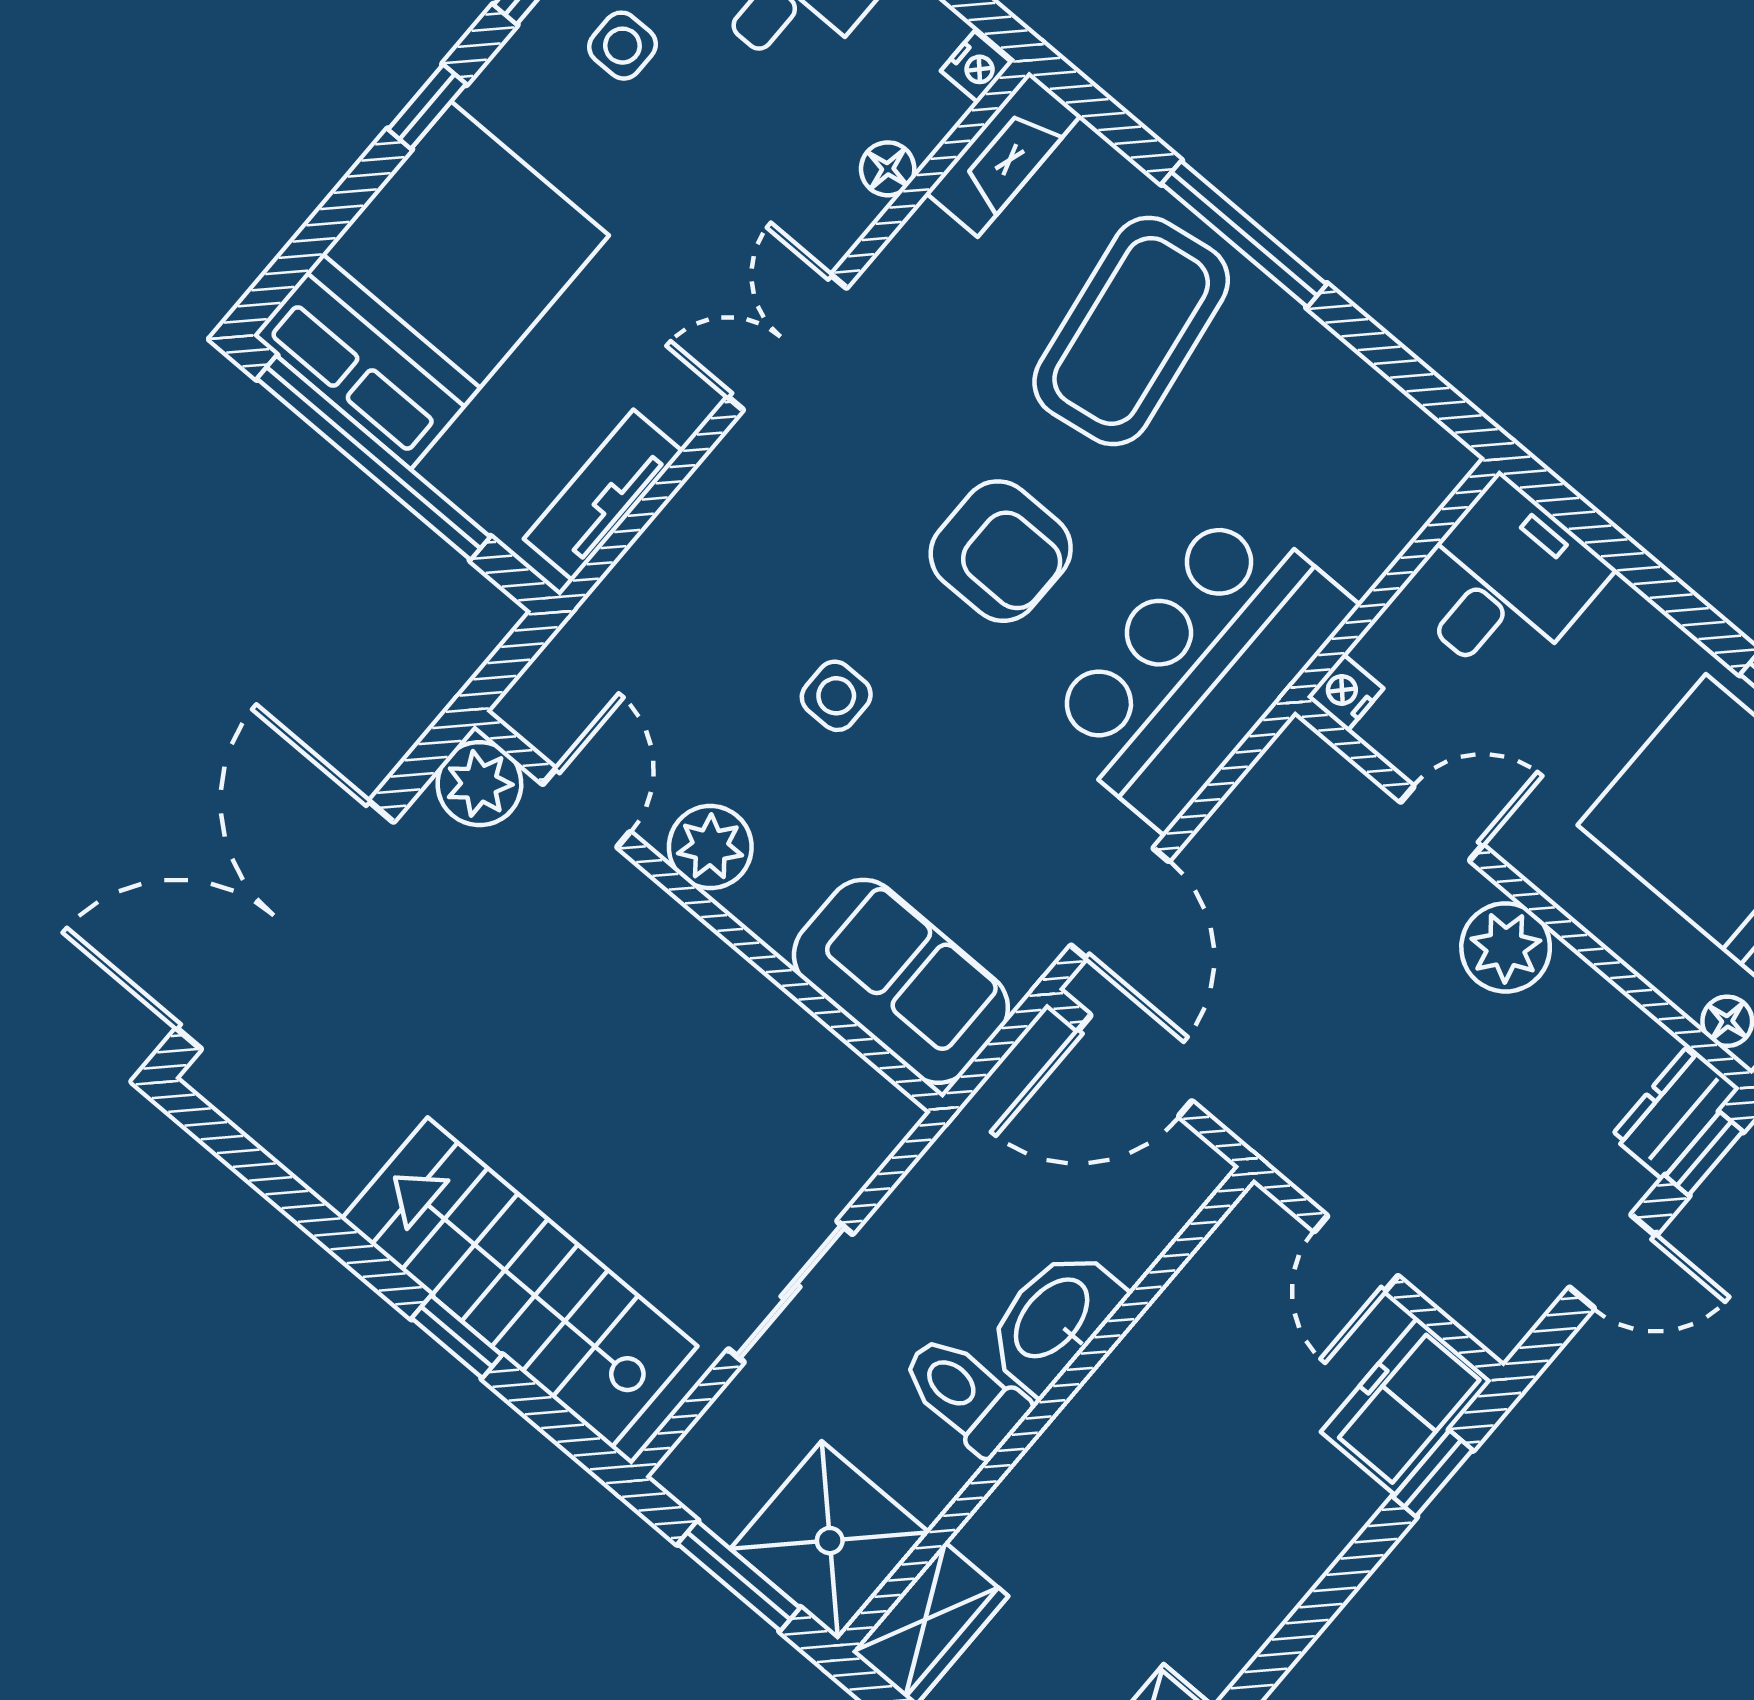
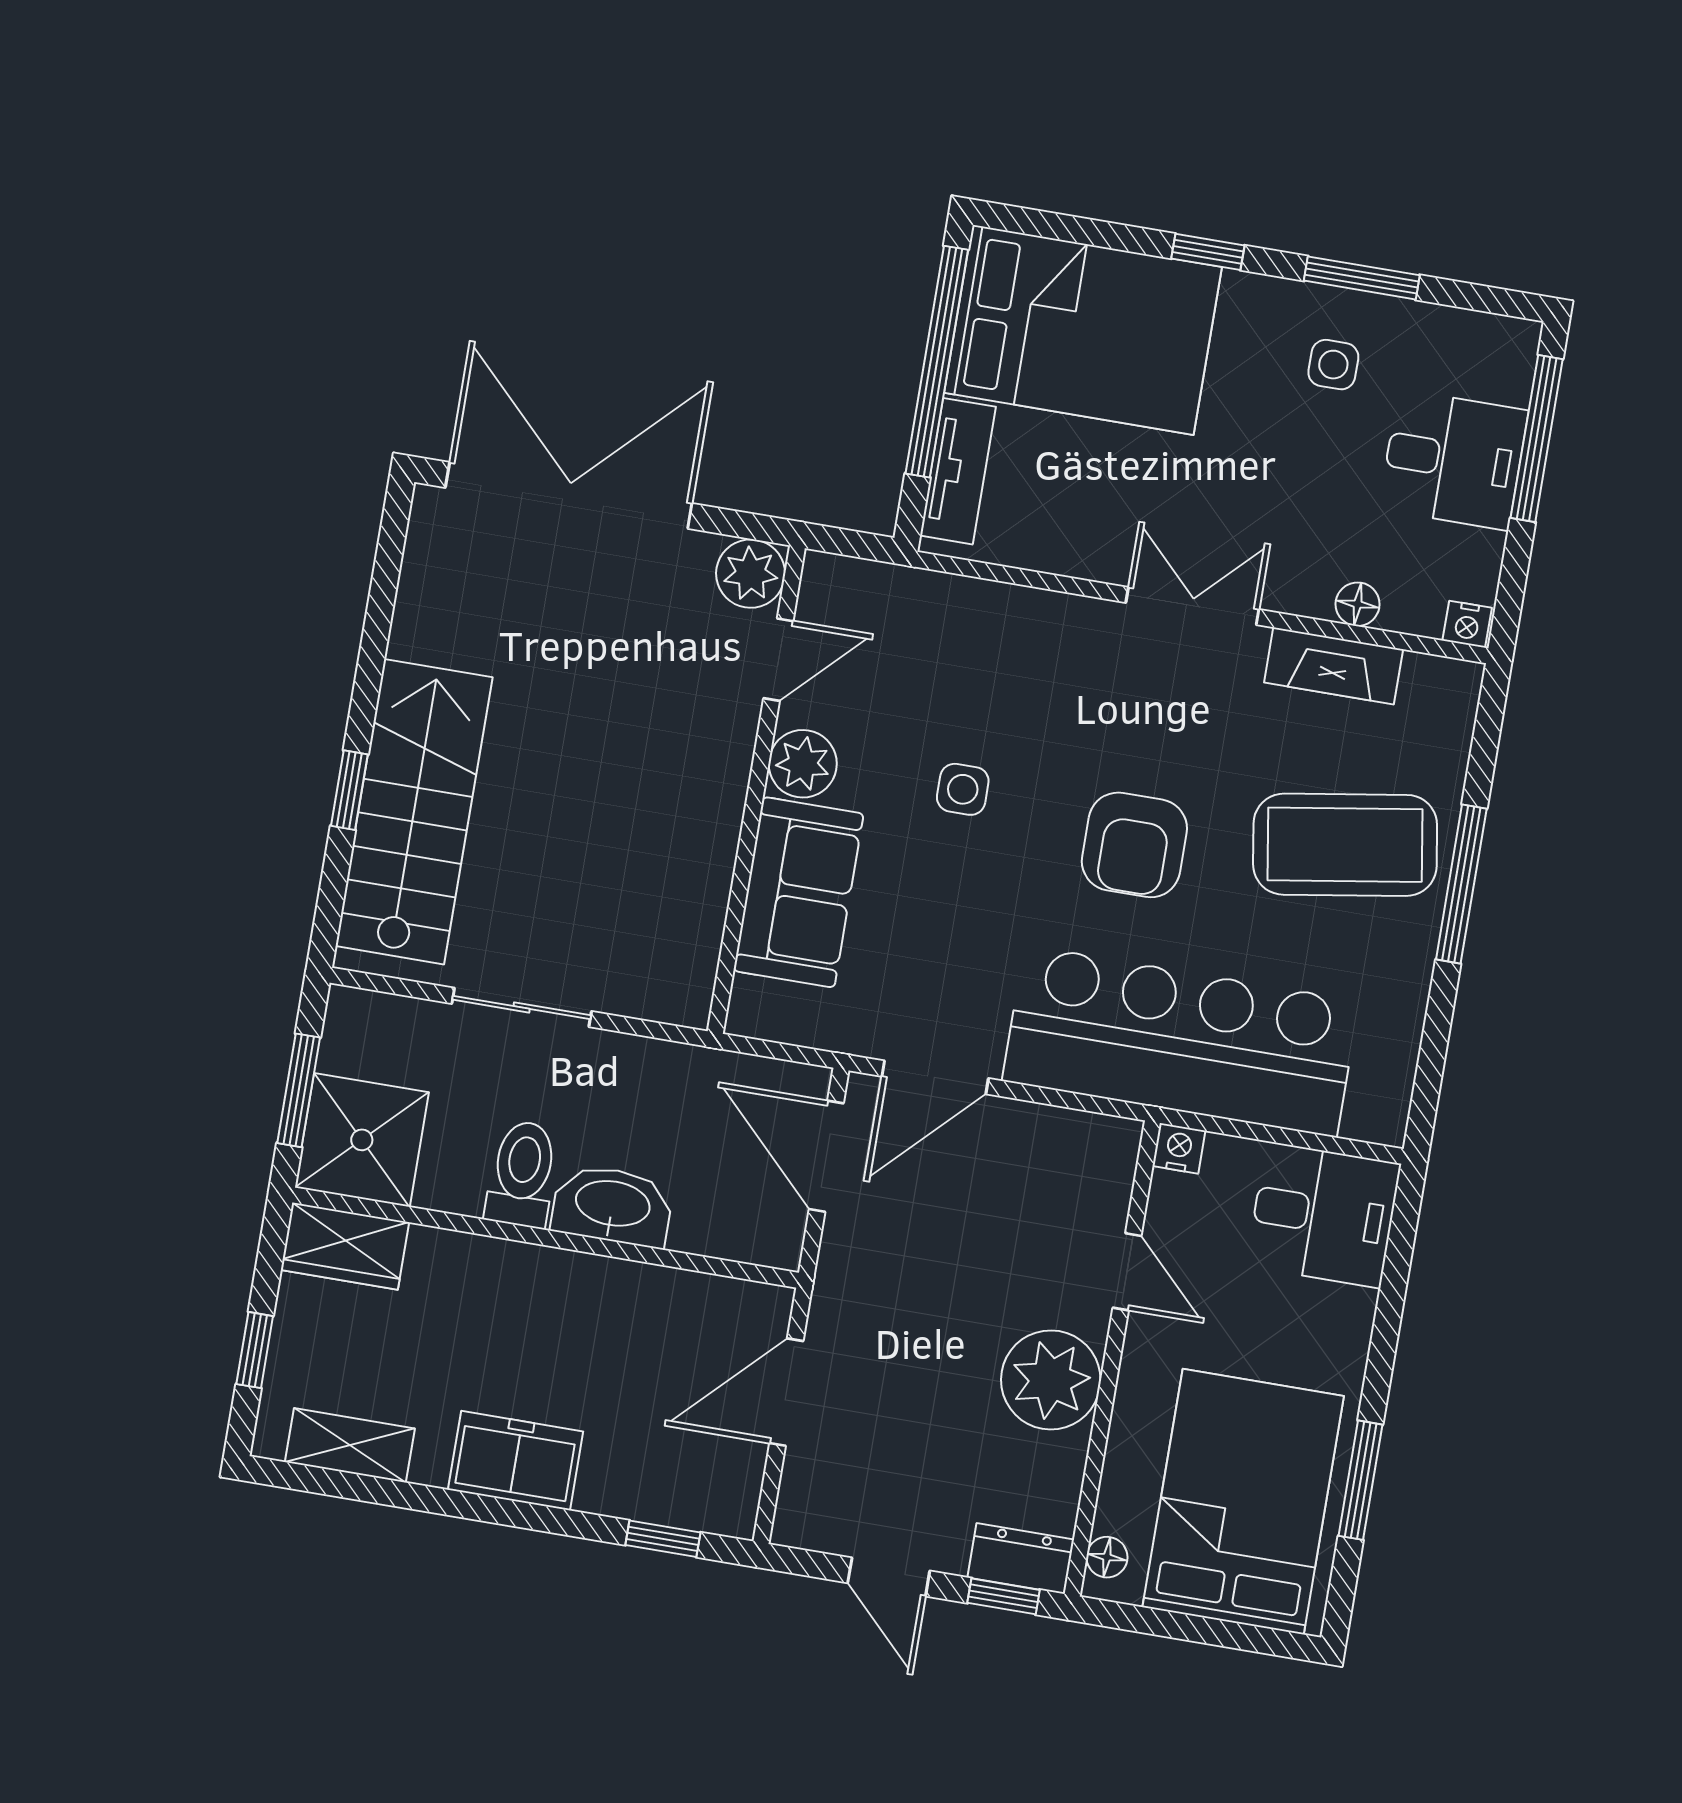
fireplace: (1003, 154) -> (1334, 666), moved
tv unit: (603, 495) -> (958, 471), moved, turned 90
bar counter: (1199, 666) -> (1181, 1041), width x1.36
plant: (1506, 947) -> (1051, 1380), width x1.36, depth x1.36
sofa: (901, 981) -> (798, 892), moved
door: (1356, 1254) -> (786, 1392), width x1.38
freezer: (1406, 1406) -> (516, 1461), moved

